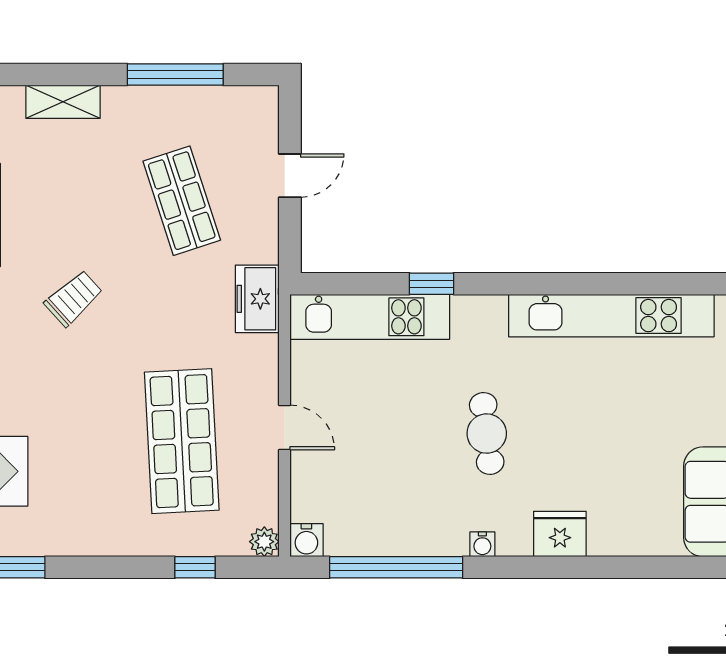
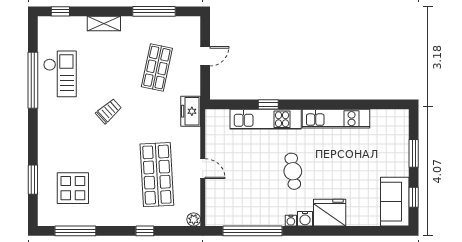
shop shelf: (182, 201) -> (157, 67), turned 30
kitchen unit: (611, 316) -> (336, 119), width x0.73
kitchen unit: (370, 317) -> (266, 119), moved
fridge: (560, 534) -> (330, 213), width x1.36, depth x1.34
water cooler: (306, 540) -> (305, 219), moved
window: (195, 567) -> (145, 231), moved

